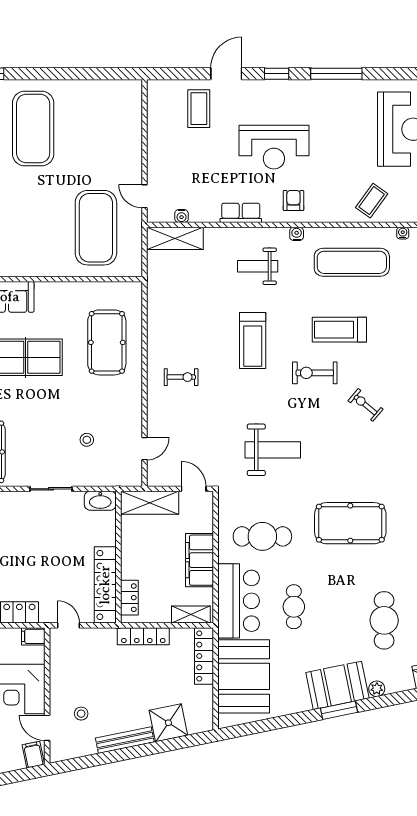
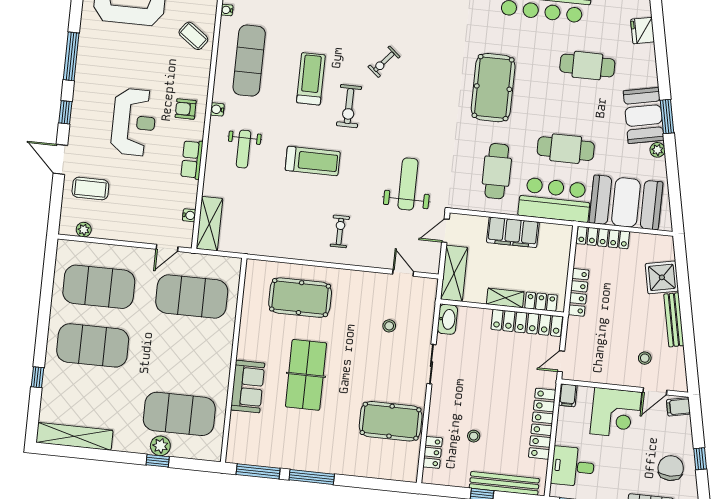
plant: (155, 106) -> (84, 230), added
exercise mat: (96, 128) -> (99, 287), added
treadmill: (339, 330) -> (311, 79), turned 180
weight bench: (273, 450) -> (408, 184), moved
cafe table: (294, 607) -> (566, 149), width x1.37, depth x1.35
shelving: (191, 614) -> (505, 298), moved, turned 90
plant: (377, 689) -> (657, 150), moved

